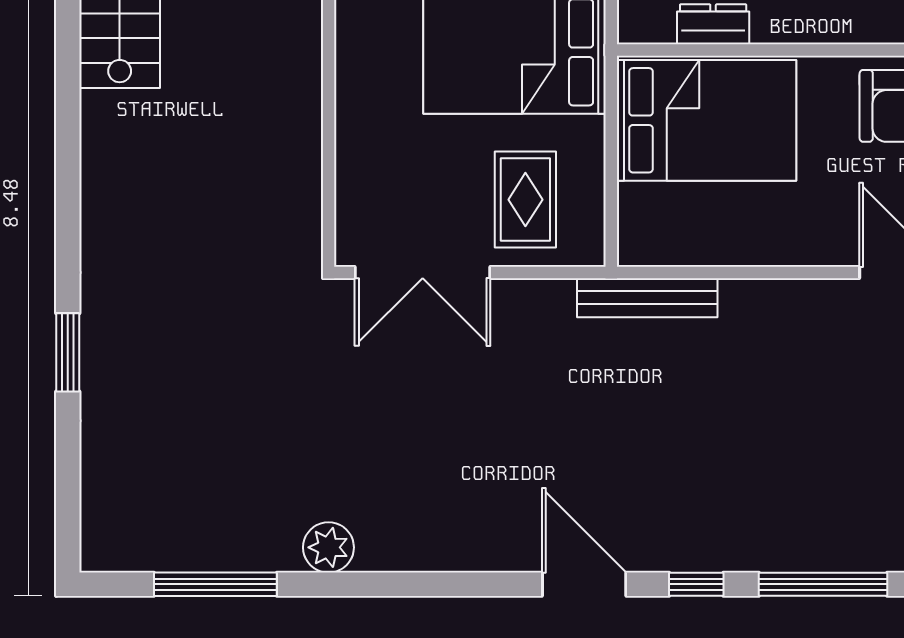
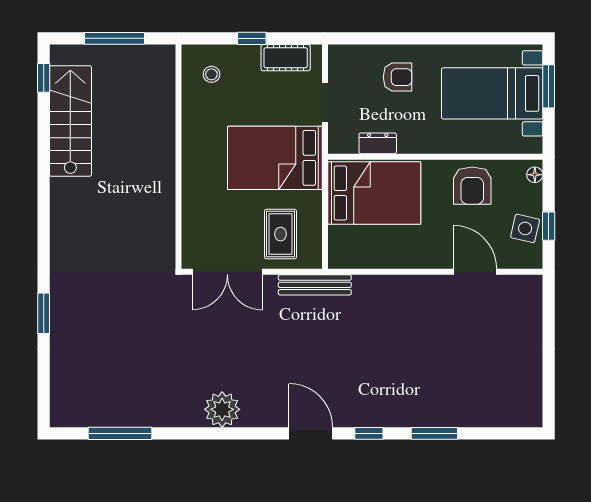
bench: (647, 298) -> (315, 285), moved
plant: (328, 547) -> (222, 409), moved, width x1.36, depth x1.36
window: (823, 584) -> (434, 433), width x0.69

